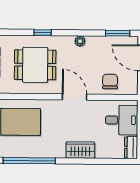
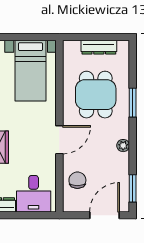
window: (43, 33) -> (133, 103), width x1.50
chair: (110, 82) -> (77, 180), turned -90

